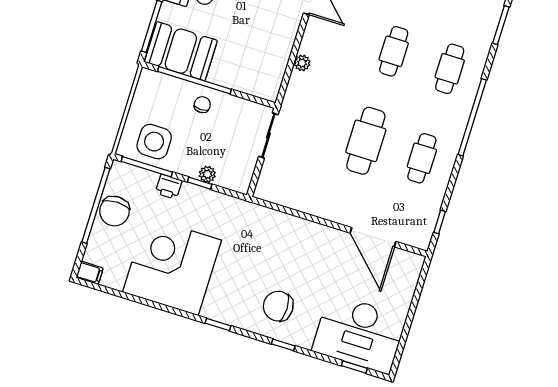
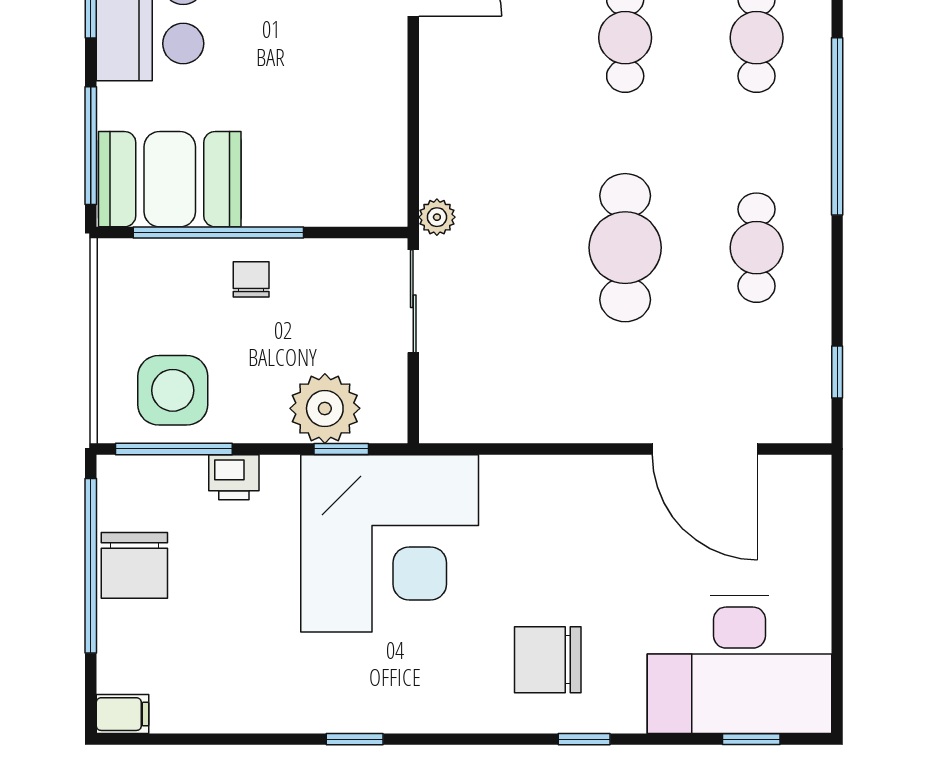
plant: (302, 63) -> (437, 217), moved
plant: (207, 174) -> (325, 408), width x1.88, depth x1.88
window: (200, 183) -> (341, 449), moved
corner desk: (172, 266) -> (390, 543), moved, turned 180
window: (218, 325) -> (355, 739), moved

